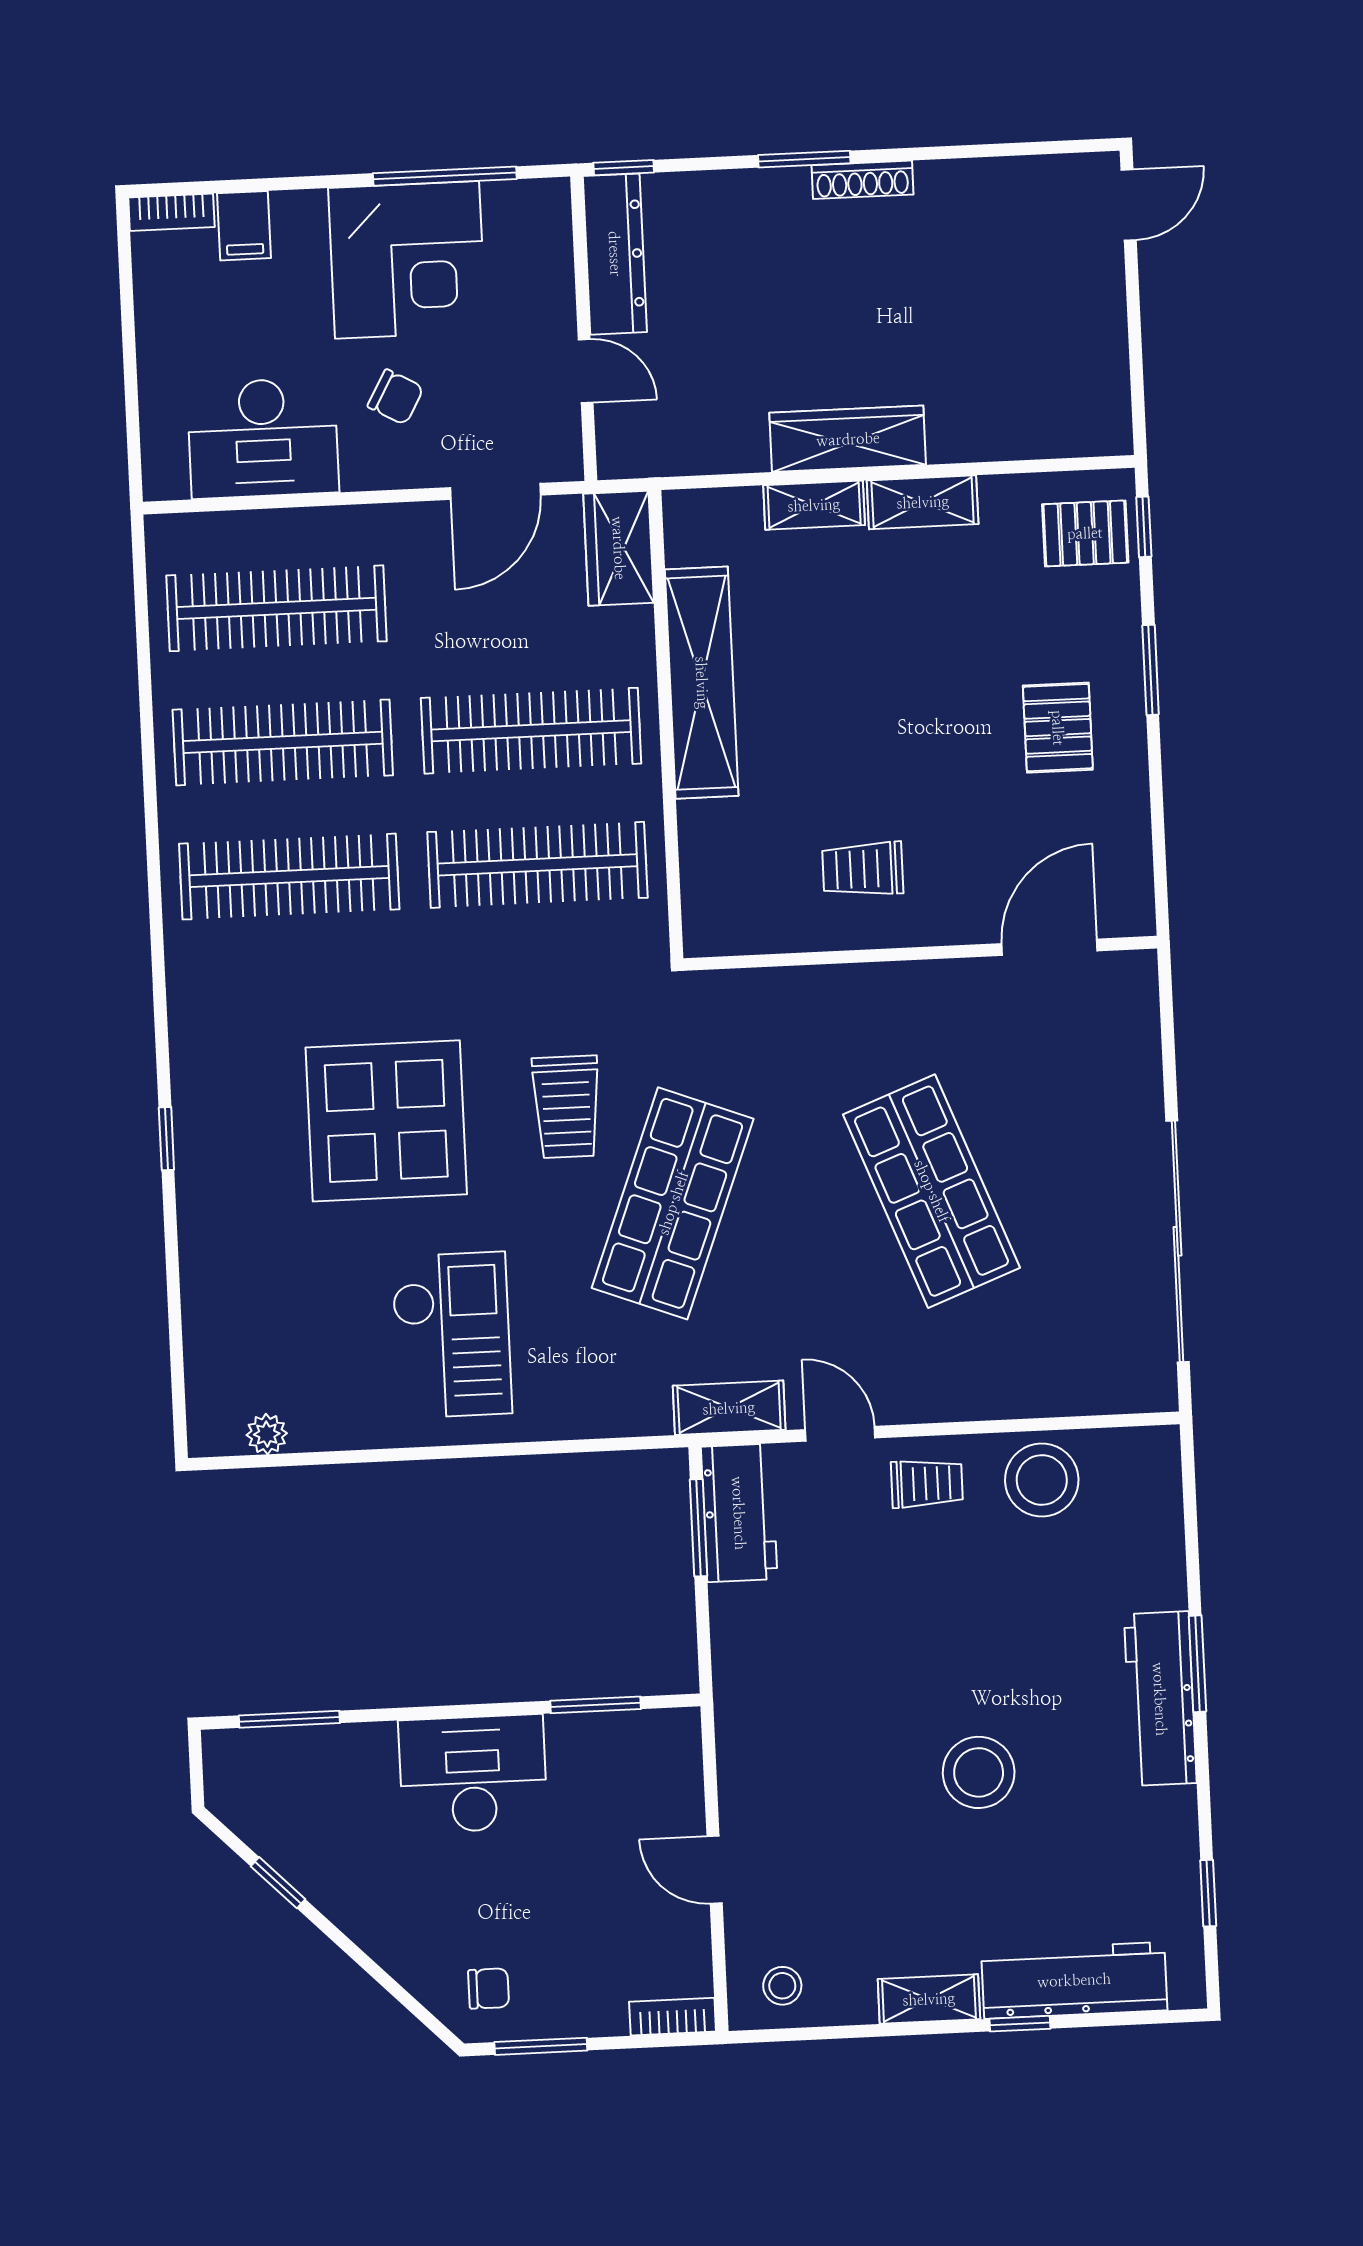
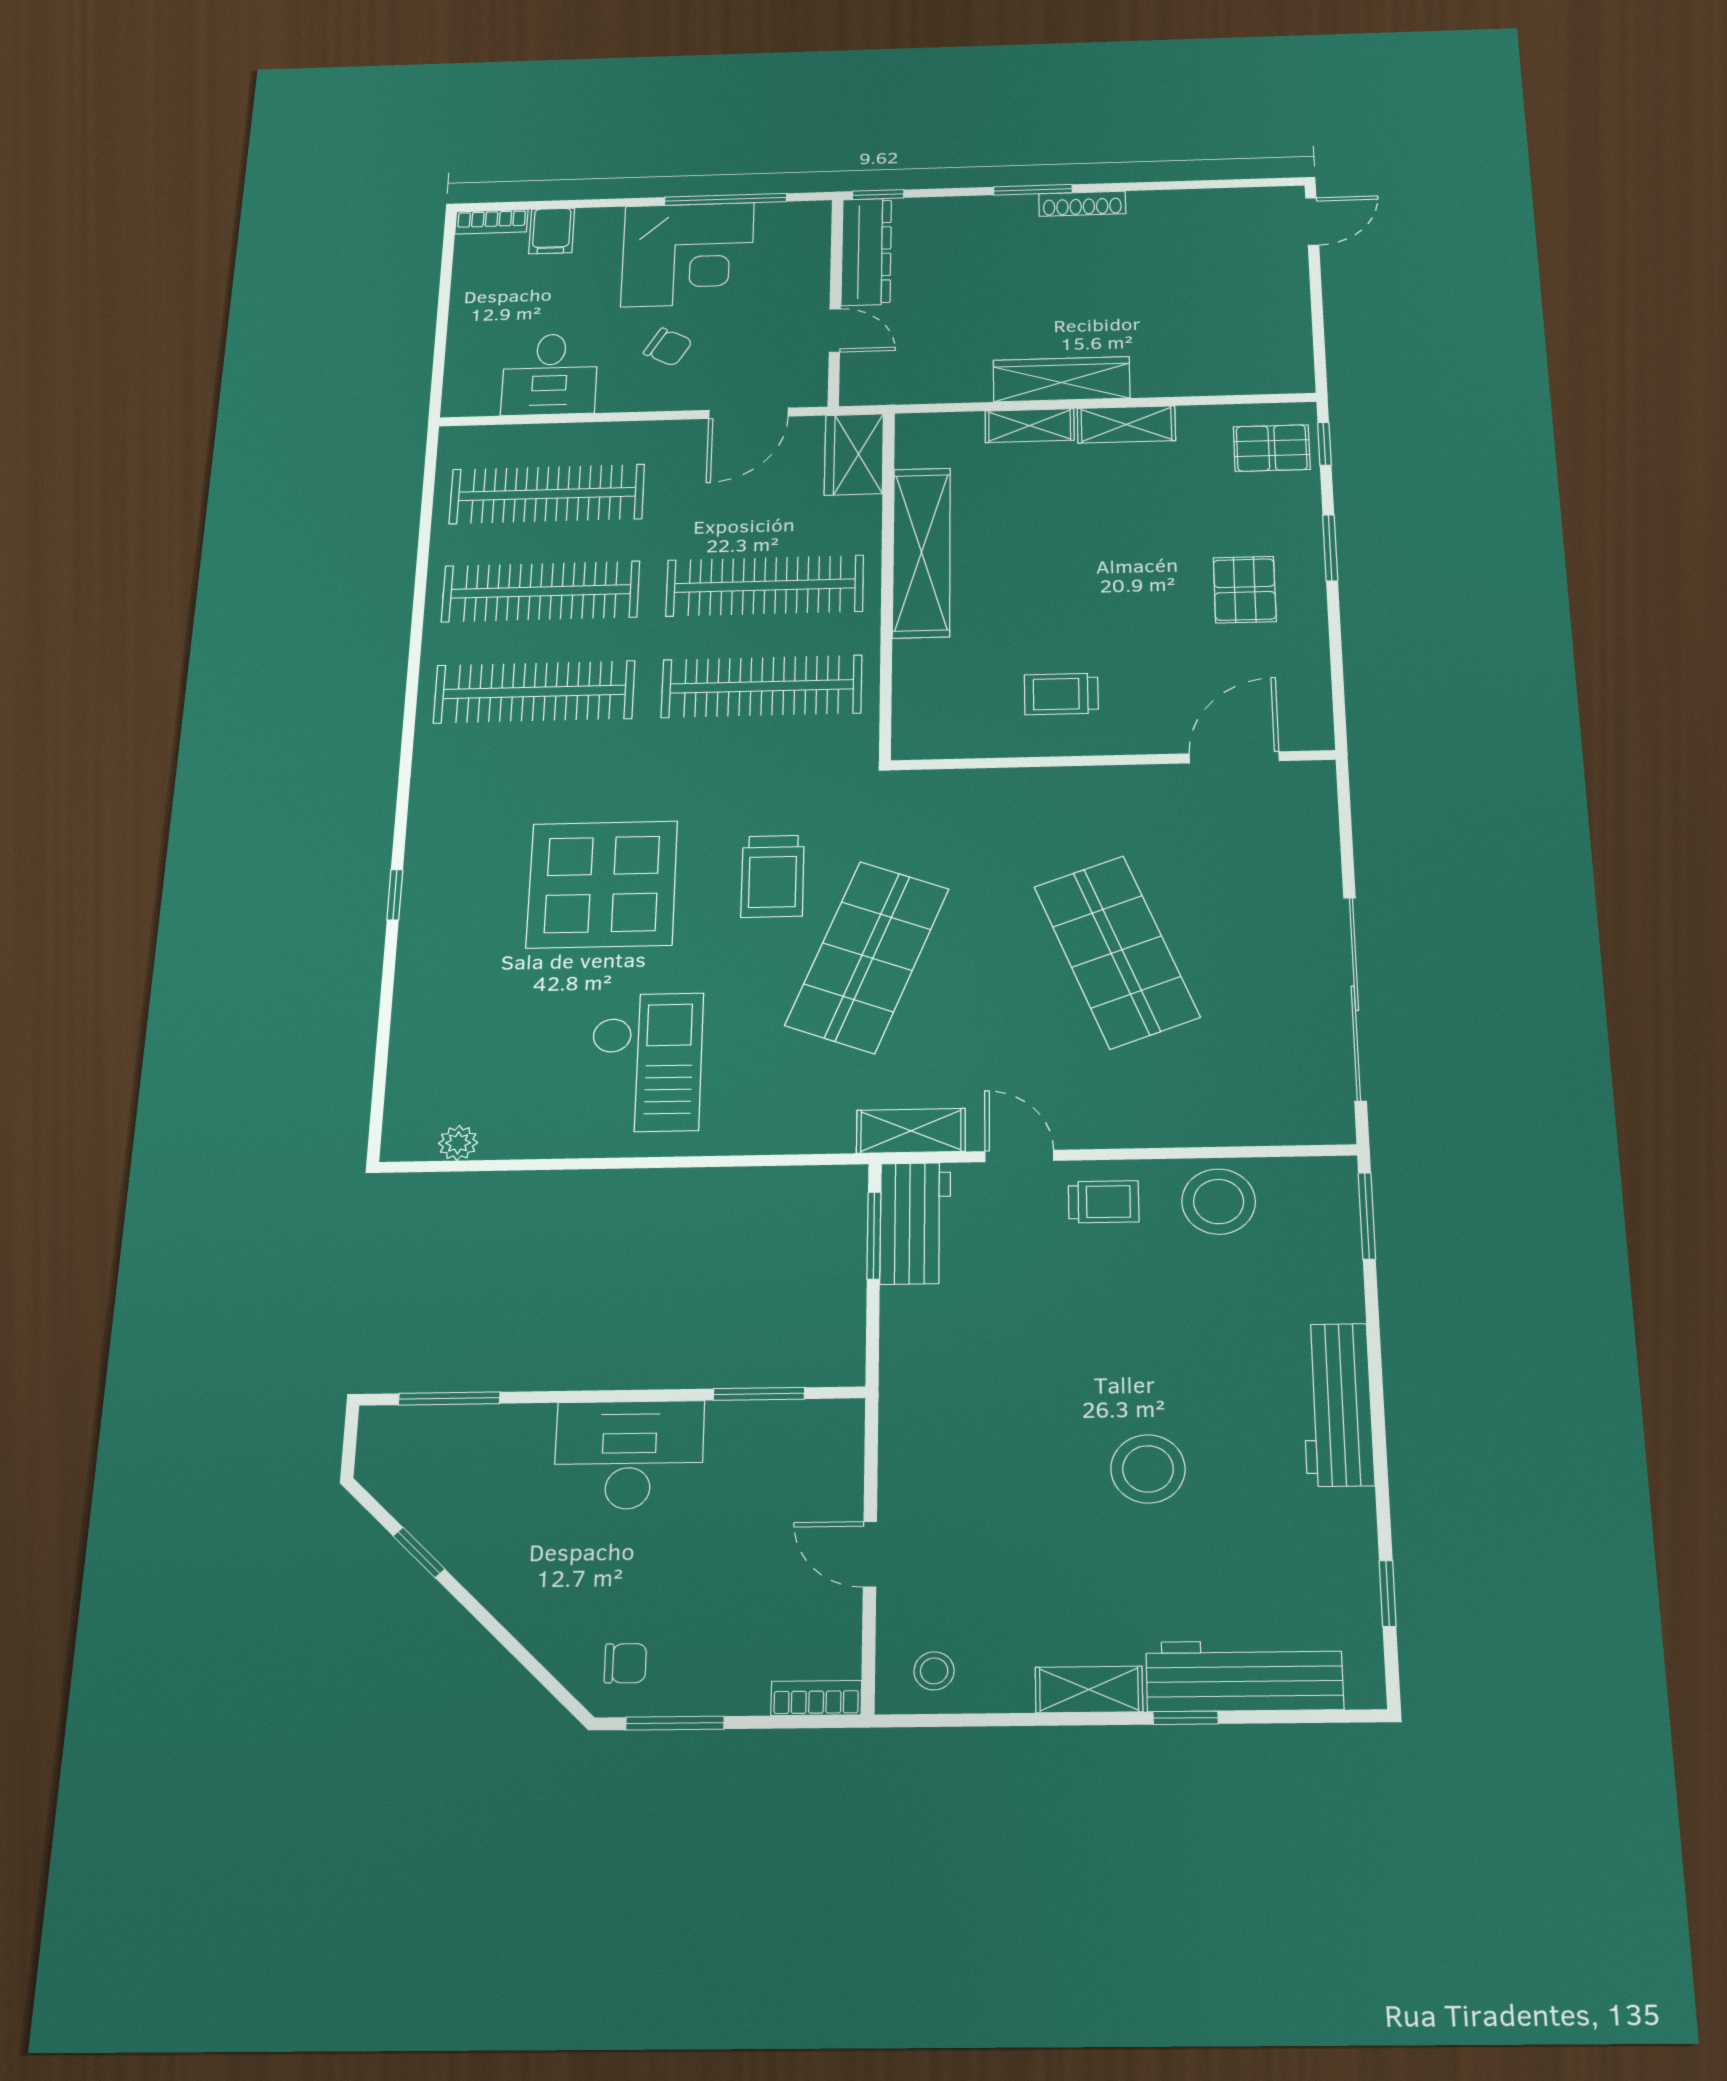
desk: (263, 438) -> (550, 374), width x0.73
window: (1197, 1664) -> (1367, 1216), moved

